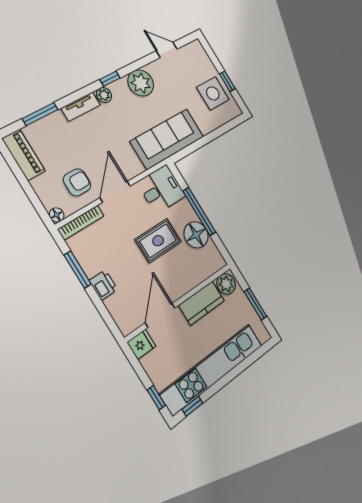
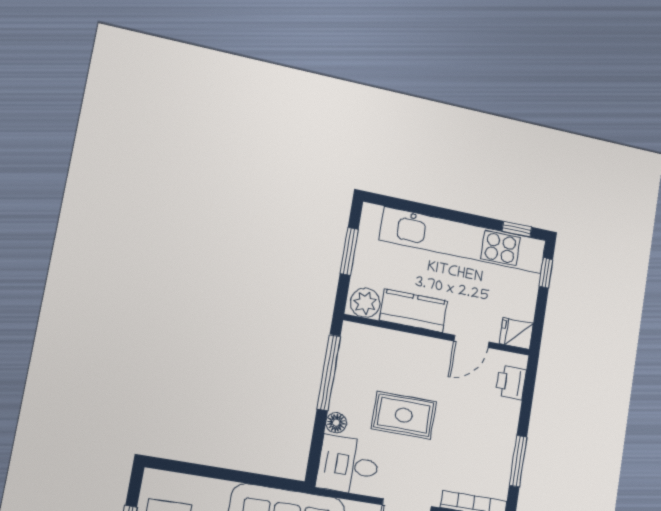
window: (199, 212) -> (329, 372), moved
floor lamp: (196, 235) -> (336, 423), moved, width x0.53, depth x0.53
printer: (103, 285) -> (511, 382), moved
door: (160, 315) -> (471, 341), width x0.73

